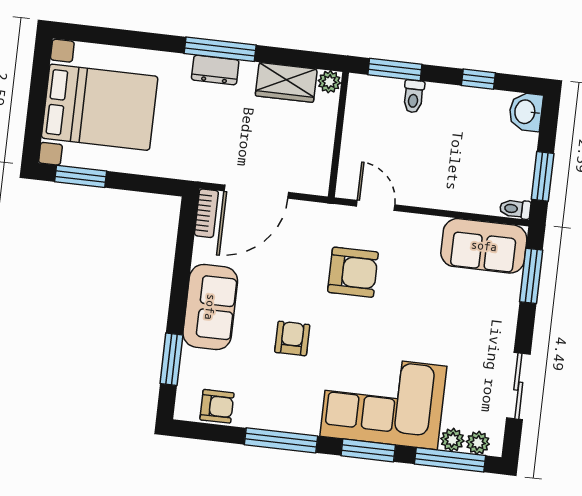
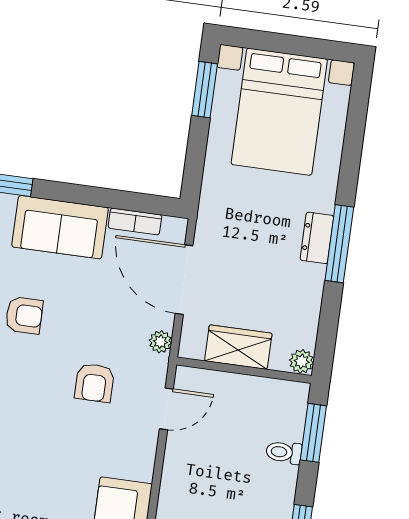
wardrobe: (286, 82) -> (238, 347), moved, turned 90
plant: (314, 212) -> (160, 342), added
bookcase: (206, 213) -> (135, 221), moved
armchair: (353, 272) -> (95, 383), width x0.72, depth x0.72

